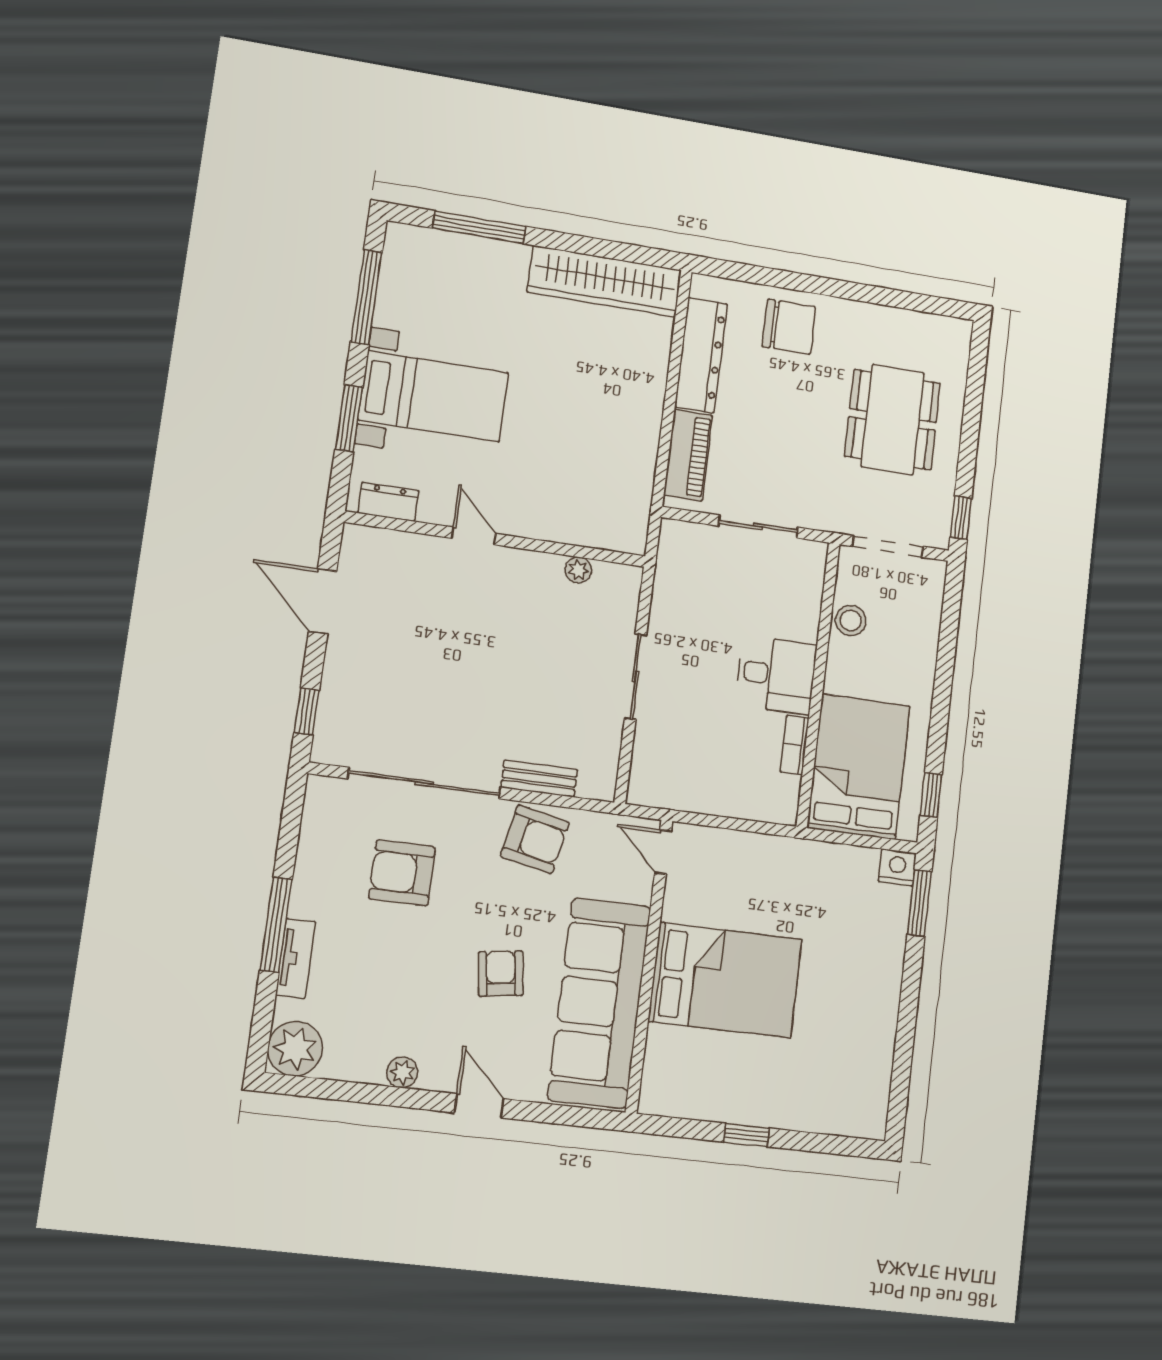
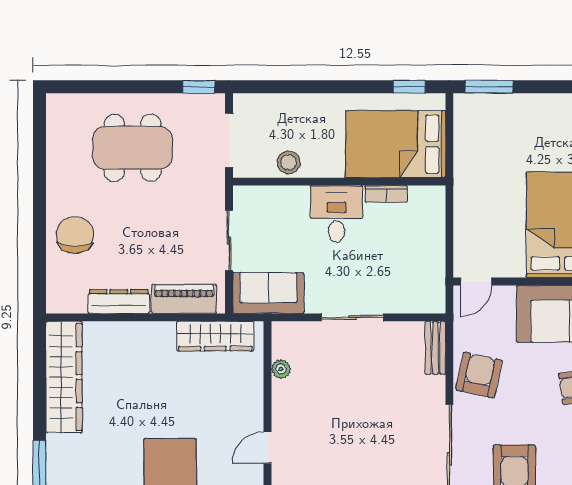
dresser: (701, 355) -> (119, 302), width x0.73, depth x0.80
wardrobe: (634, 489) -> (215, 336), added
sofa: (682, 568) -> (268, 293), added
bench: (539, 779) -> (435, 348), moved
nightstand: (897, 867) -> (465, 106), removed

